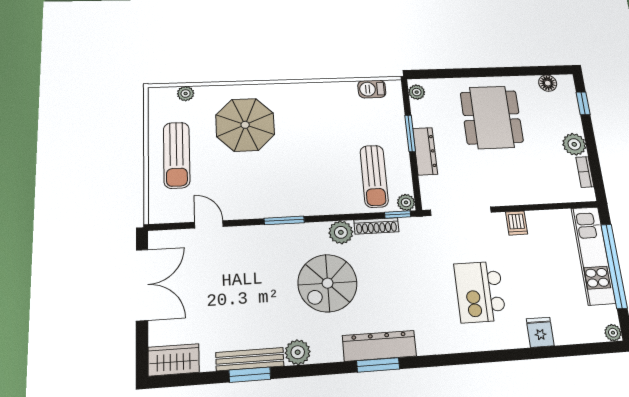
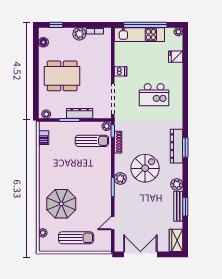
plant: (341, 232) -> (120, 178), moved
spiral stairs: (328, 283) -> (145, 168), turned -90
fridge: (540, 332) -> (176, 57), moved

